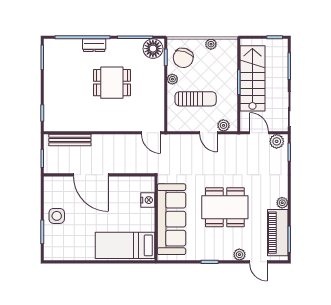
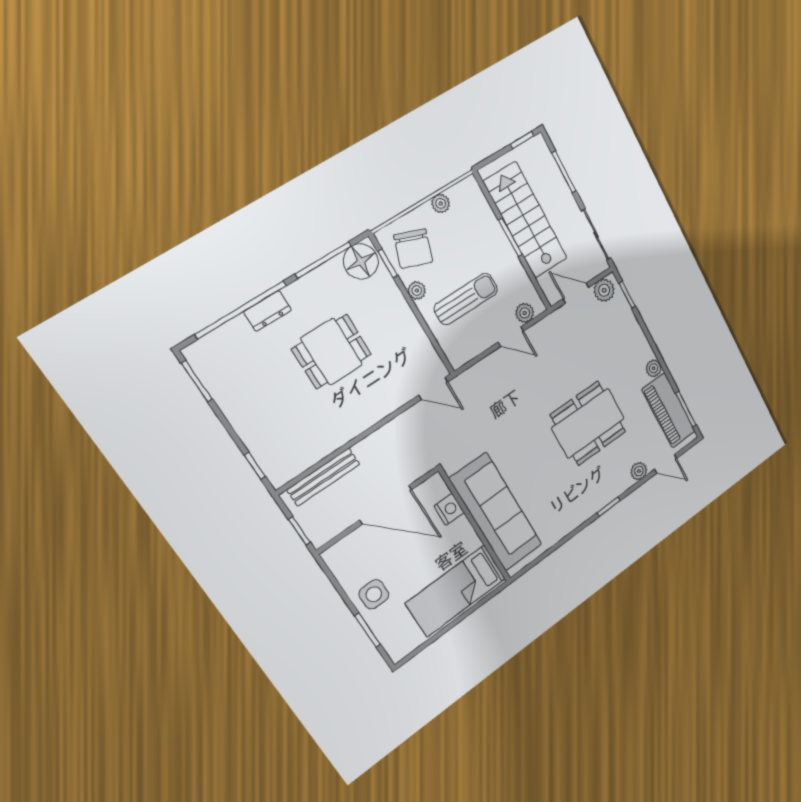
nightstand: (148, 200) -> (449, 509), moved
wall: (156, 218) -> (475, 526), moved
sofa: (171, 219) -> (496, 512), moved
bed: (125, 245) -> (456, 591), moved

